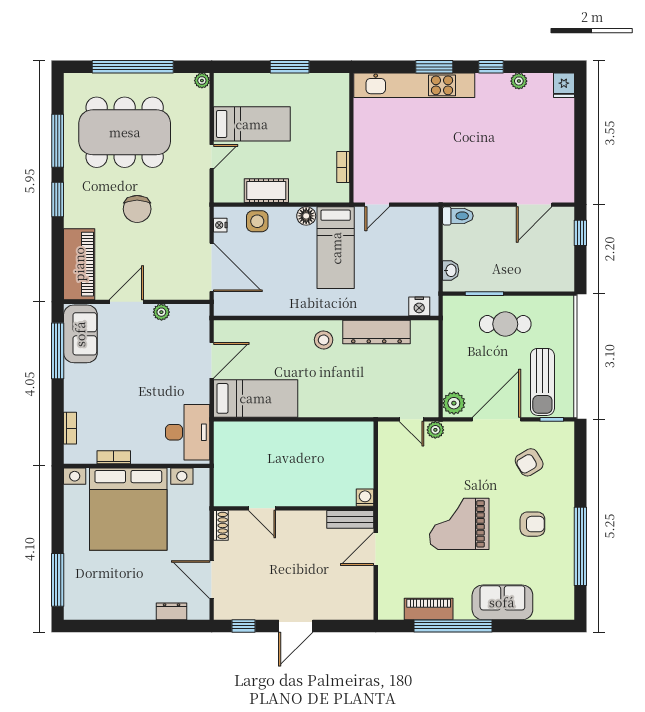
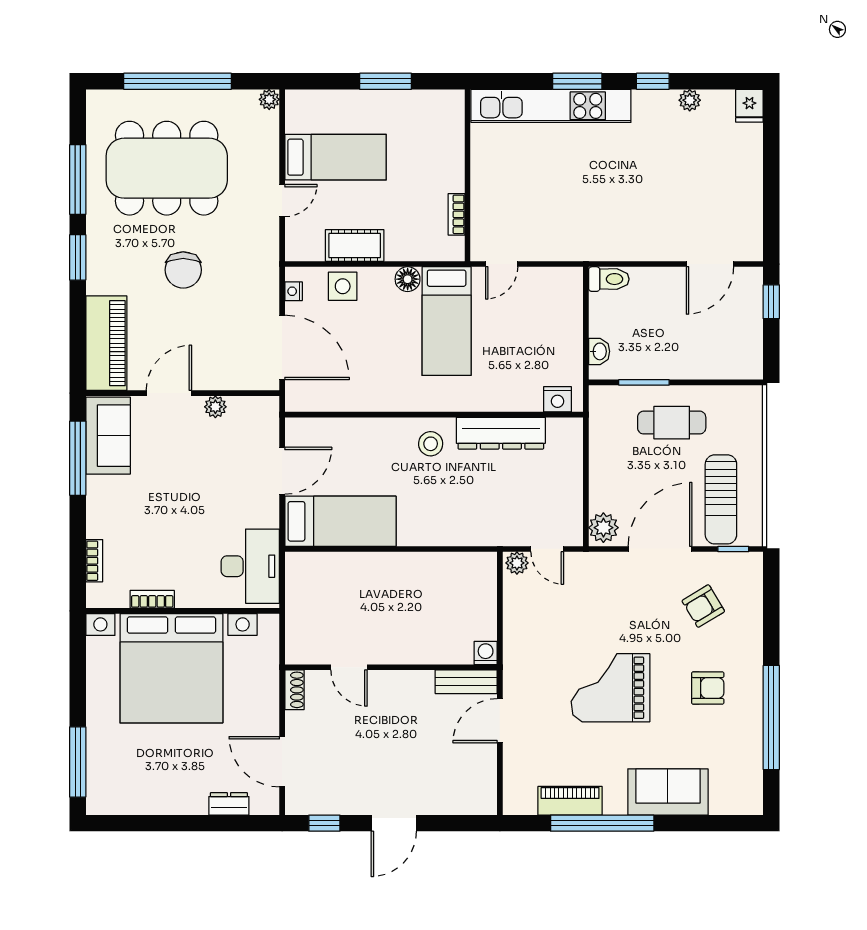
plant: (435, 430) -> (517, 563), moved

